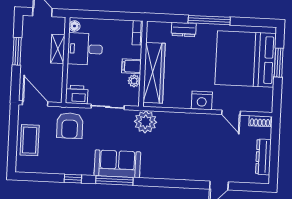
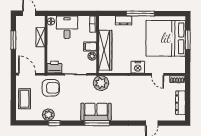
desk: (85, 49) -> (67, 27), moved, turned 90
armchair: (70, 126) -> (51, 88), turned -90
sofa: (117, 164) -> (96, 112), moved
plant: (64, 166) -> (48, 115), added
window: (114, 181) -> (97, 123), moved

